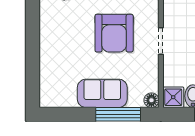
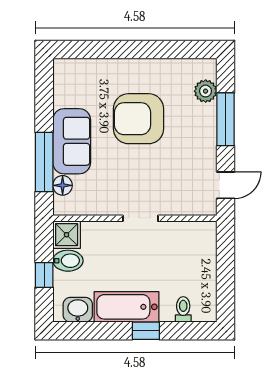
armchair: (114, 33) -> (139, 119), moved
floor lamp: (151, 100) -> (63, 185), moved

